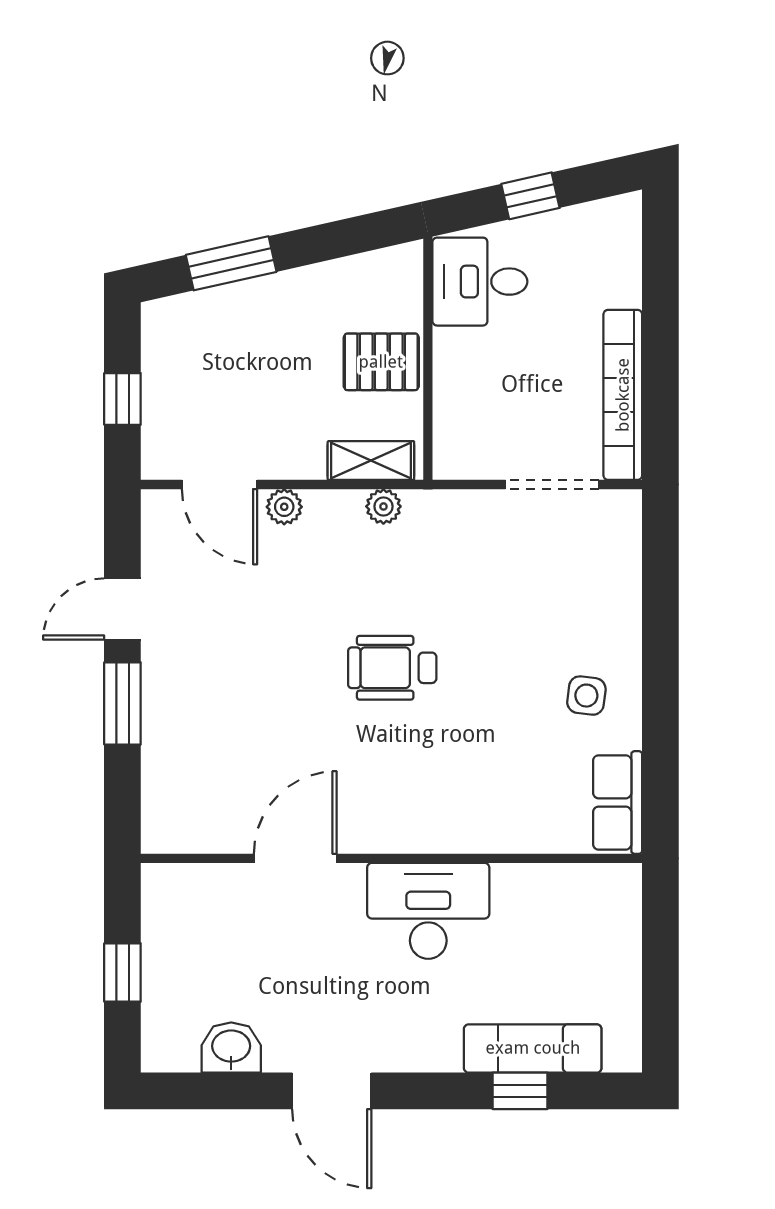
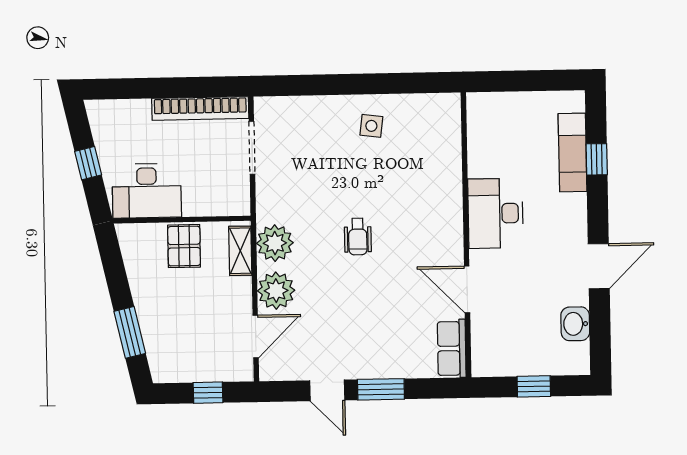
desk: (480, 282) -> (147, 191), width x1.37
plant: (383, 506) -> (275, 243), width x1.88, depth x1.88
plant: (284, 507) -> (276, 291), width x1.88, depth x1.88
wheelchair: (392, 668) -> (358, 236), width x0.73, depth x0.73
row of seats: (618, 802) -> (452, 348), moved, turned 90

